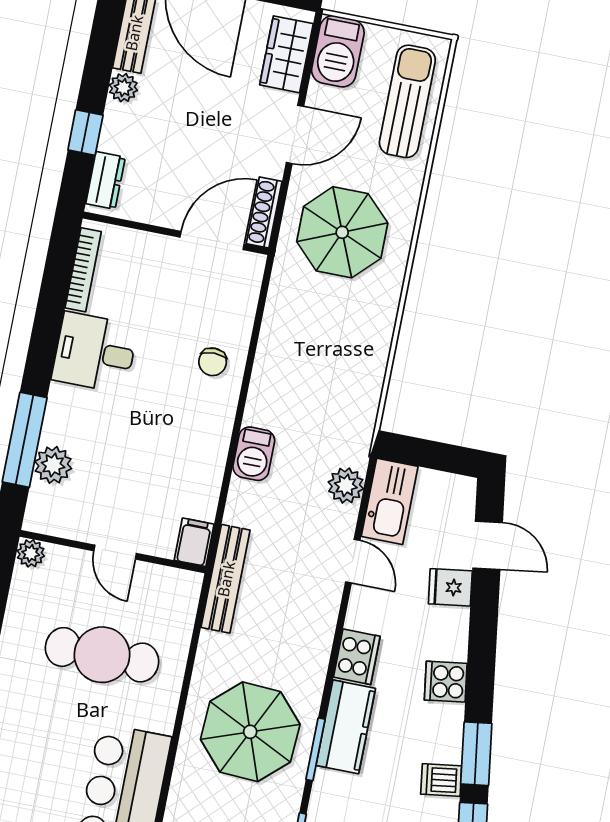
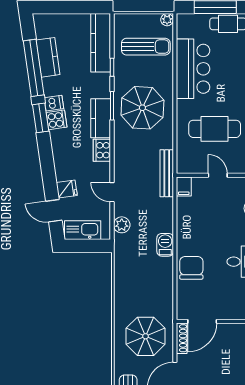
chair: (213, 362) -> (191, 268), width x1.87, depth x1.87
barbecue: (254, 454) -> (165, 245), moved
kitchen sink: (390, 501) -> (83, 230), moved, turned 90
cooker: (446, 682) -> (57, 120), moved

